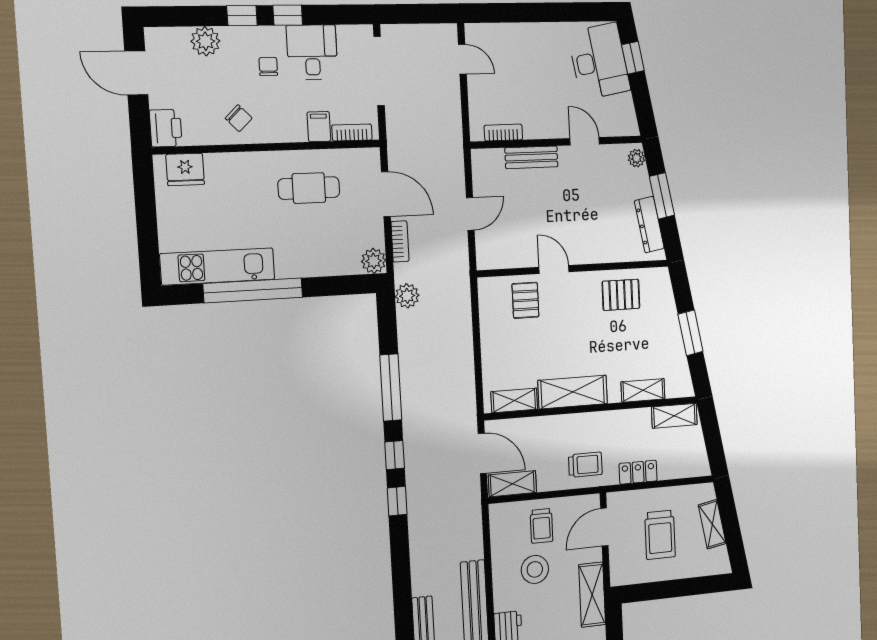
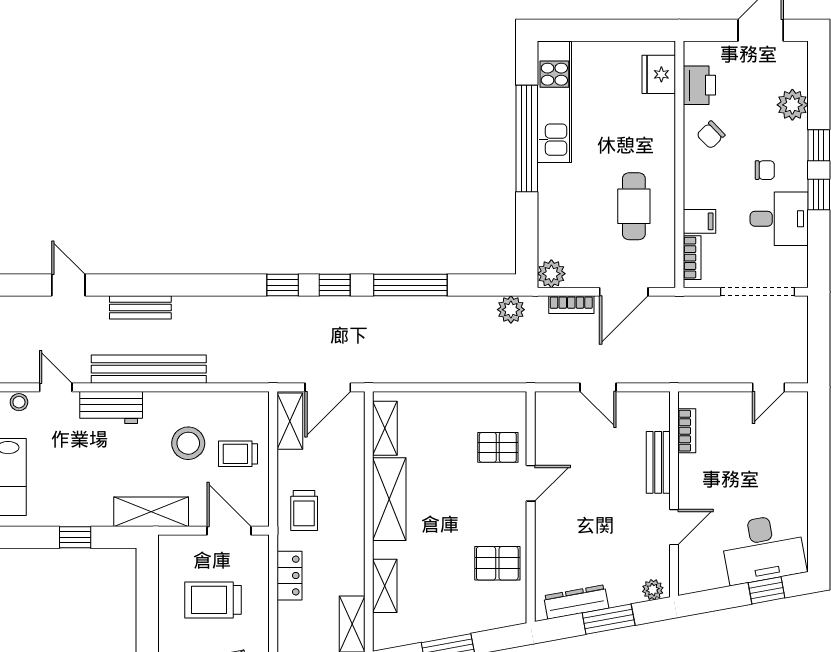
printer: (166, 128) -> (699, 85), moved, turned -90
pallet: (621, 295) -> (497, 563), turned 90

